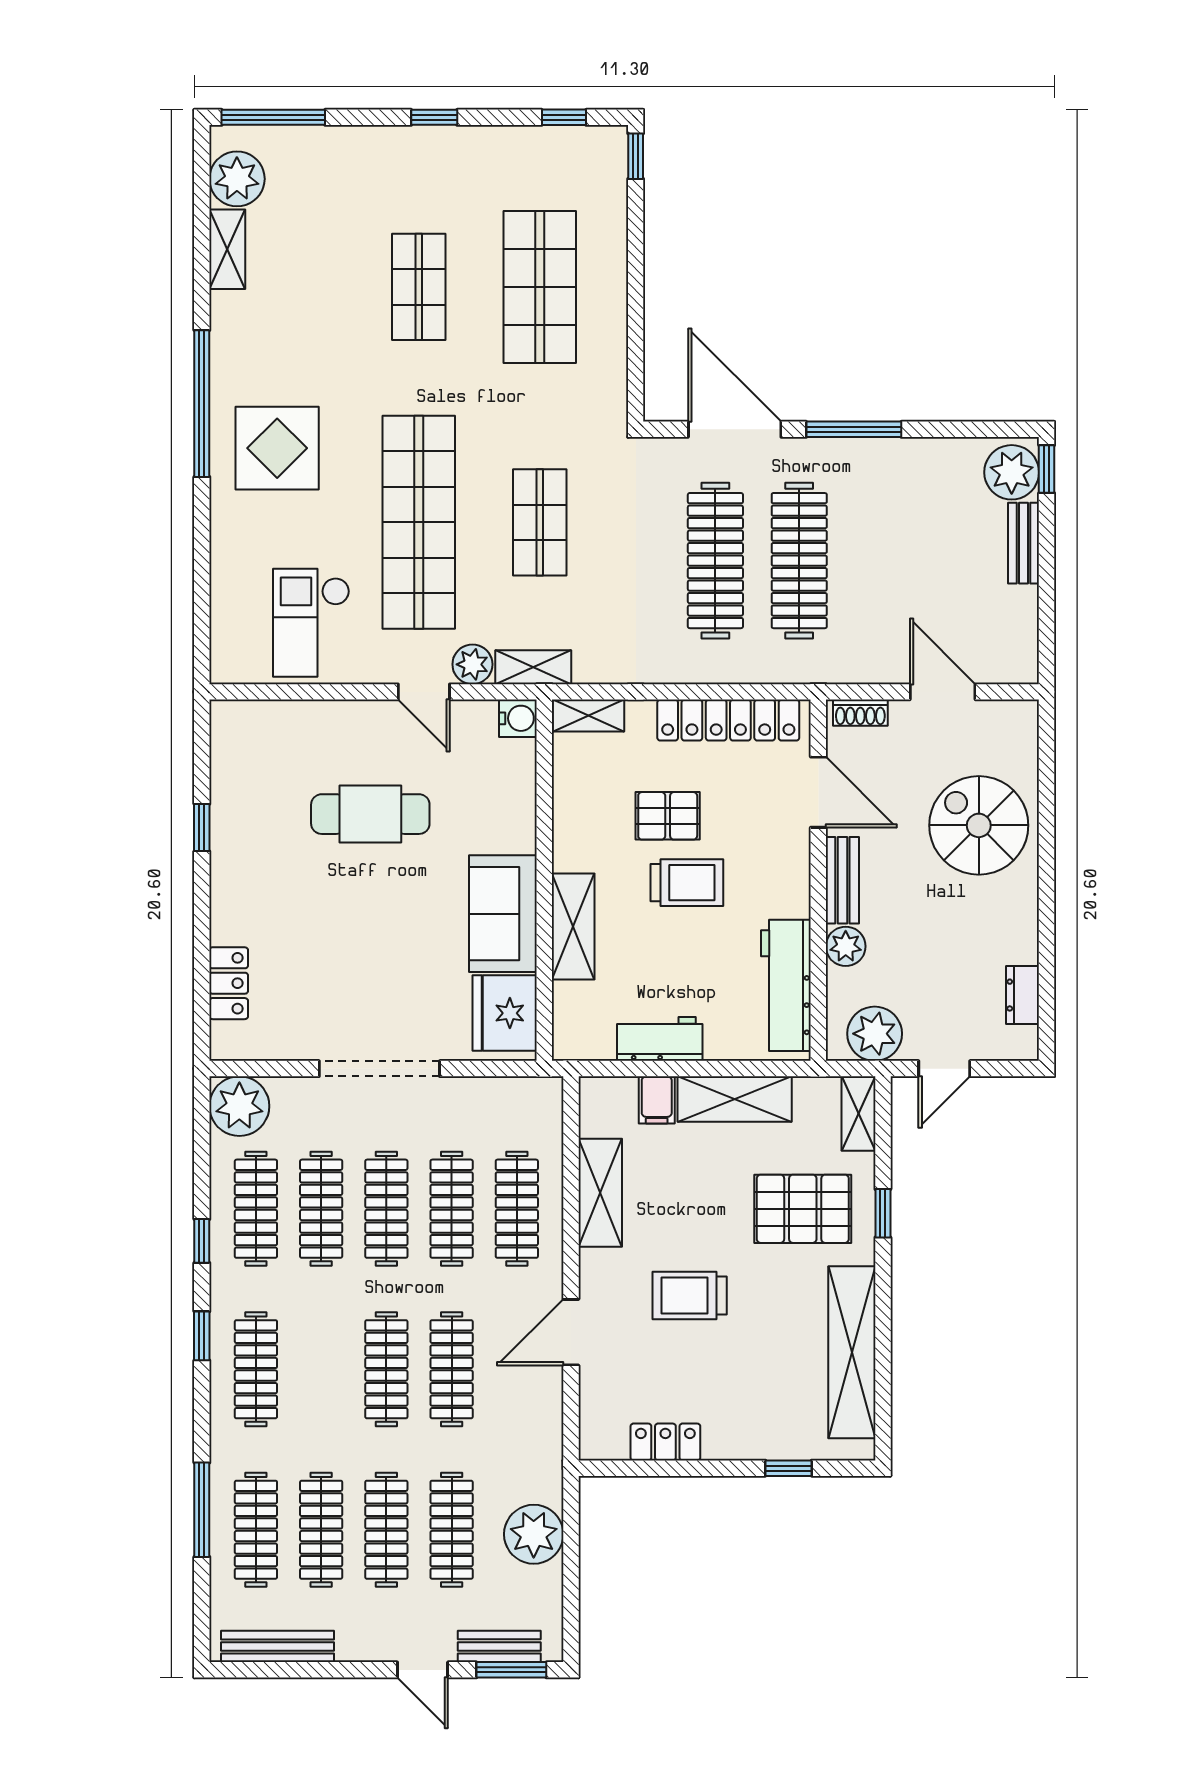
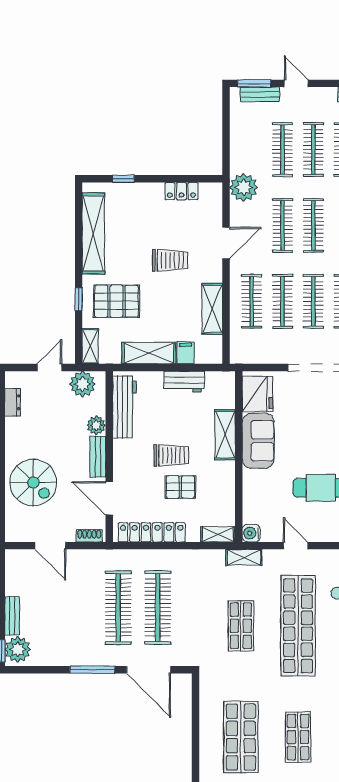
plant: (472, 664) -> (273, 559), removed
trolley: (687, 883) -> (171, 455), turned 180
plant: (534, 1534) -> (244, 187), moved

